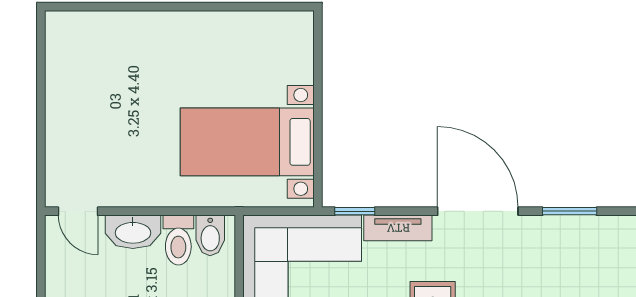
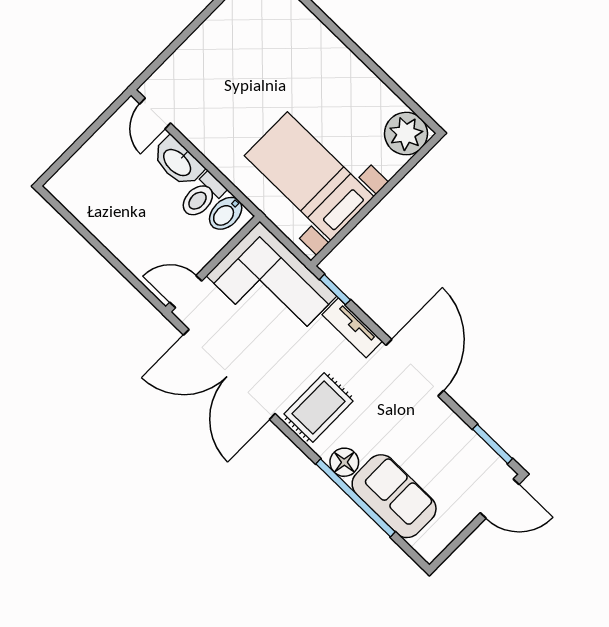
plant: (291, 34) -> (406, 134), added
window: (570, 211) -> (493, 444), moved

